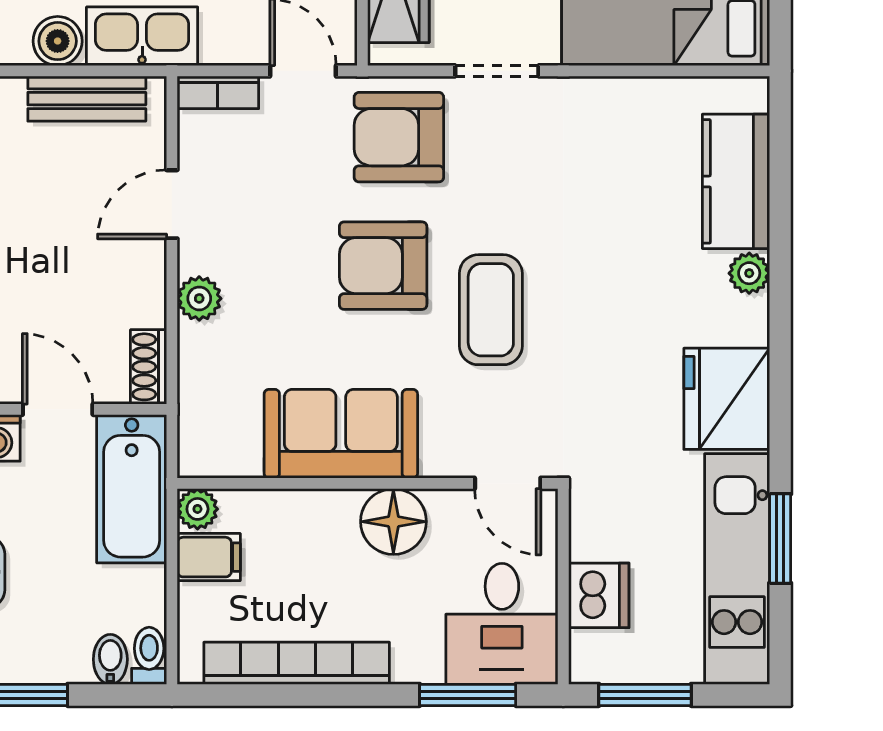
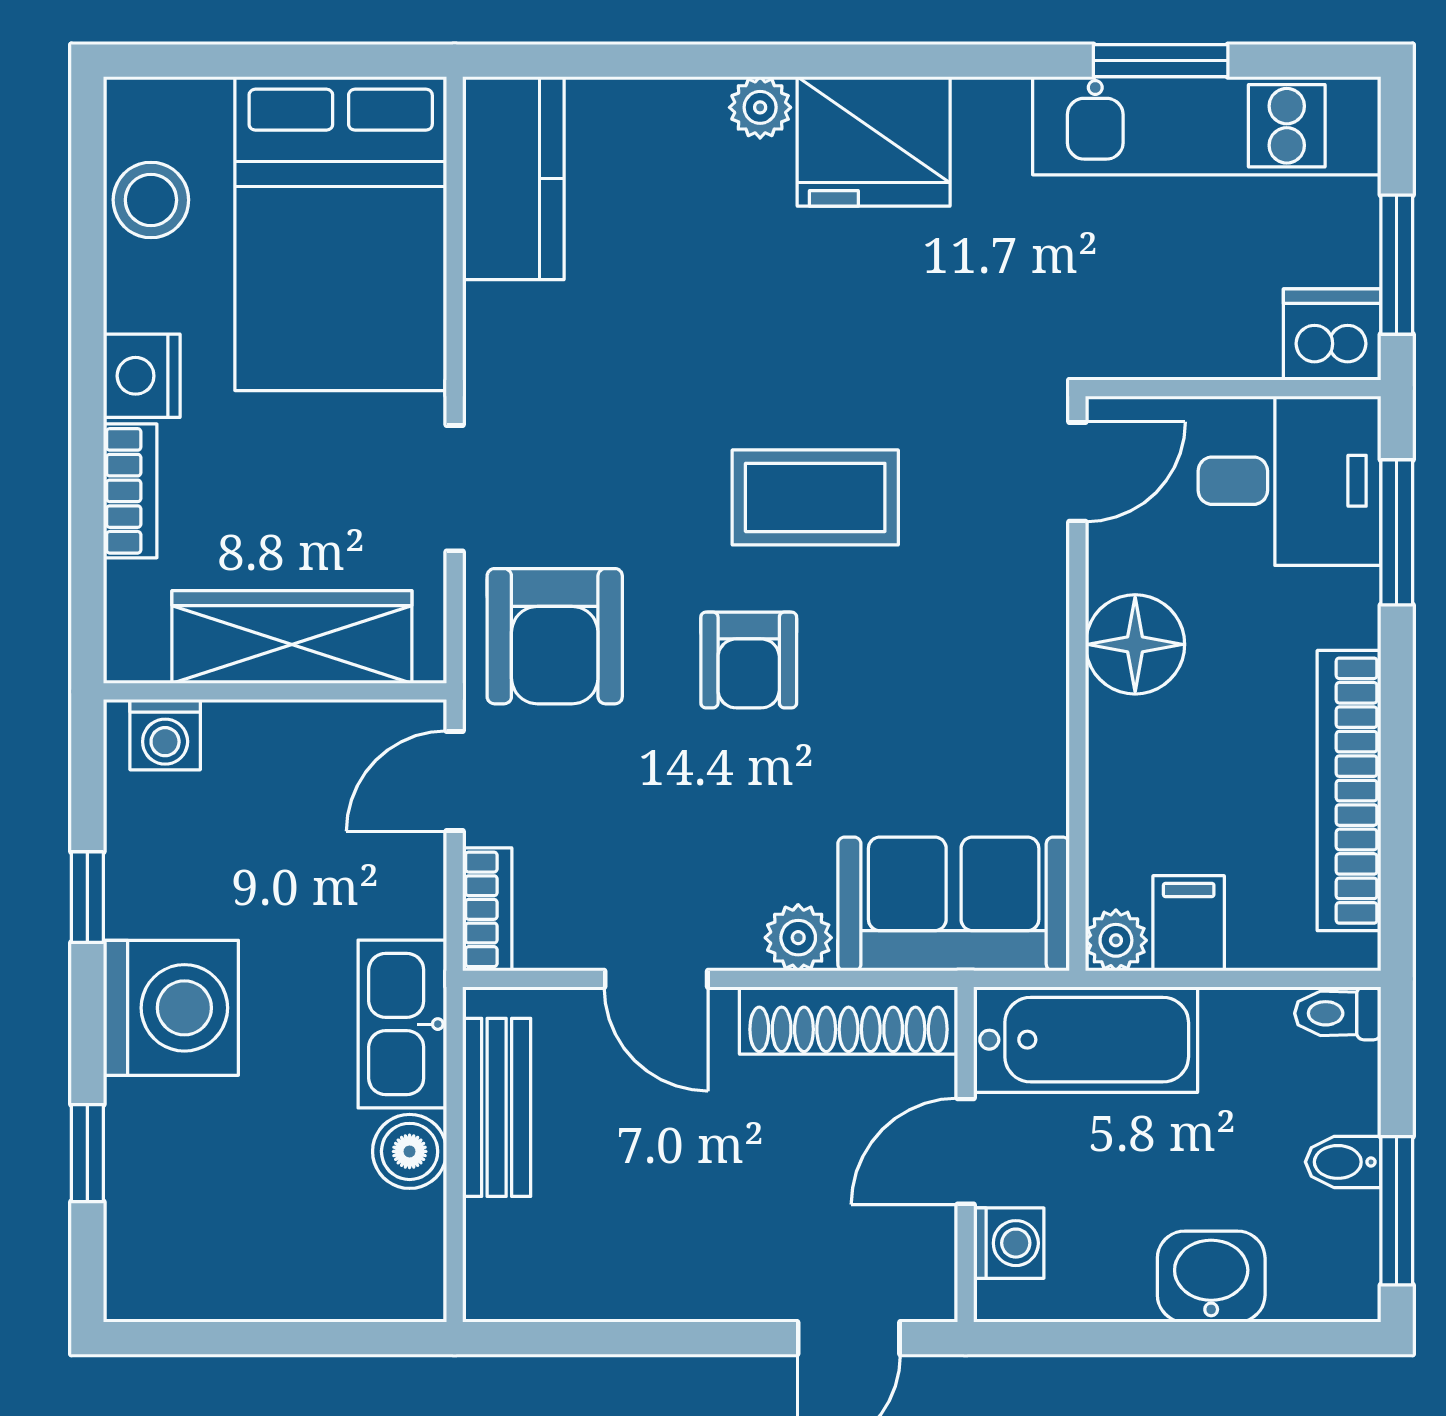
kitchen counter: (736, 181) -> (513, 178), moved, turned -90
armchair: (383, 266) -> (749, 660), width x0.72, depth x0.72
shoe rack: (149, 367) -> (849, 1021), width x1.94, depth x1.24
fridge: (727, 399) -> (874, 141), moved
sofa: (341, 434) -> (954, 904), moved, turned 90
dishwasher: (599, 595) -> (1332, 334), moved
bidet: (110, 659) -> (1343, 1162), moved

